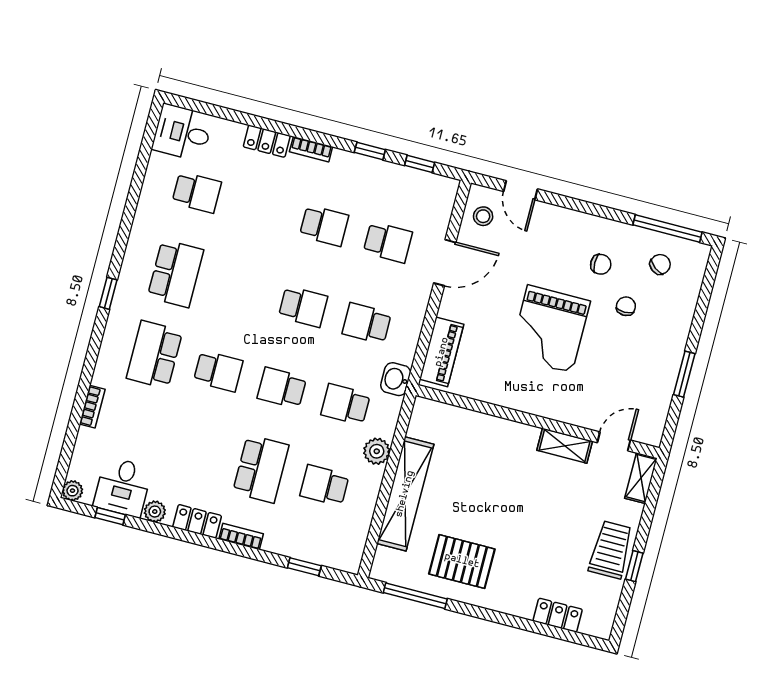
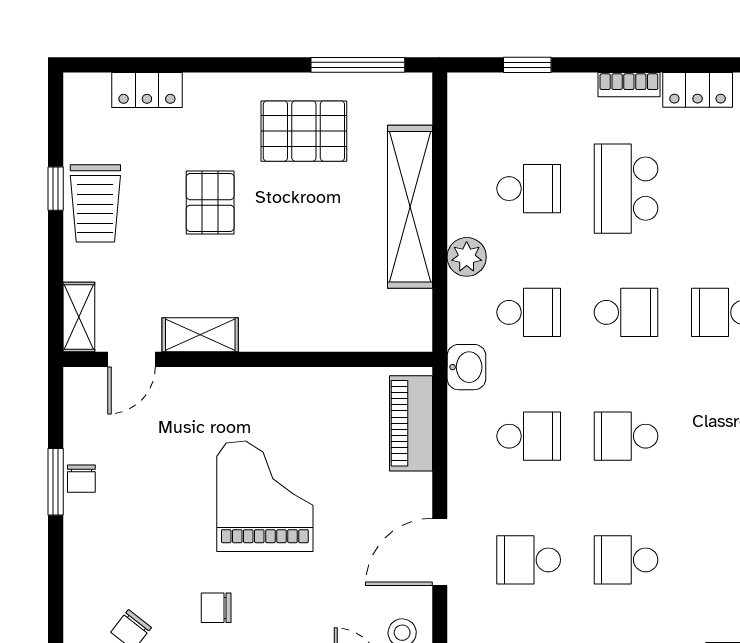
chair: (626, 306) -> (81, 479), moved
pallet: (535, 531) -> (210, 202), added

